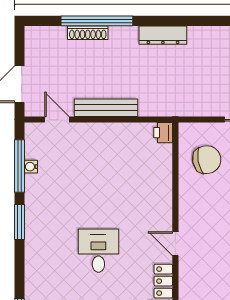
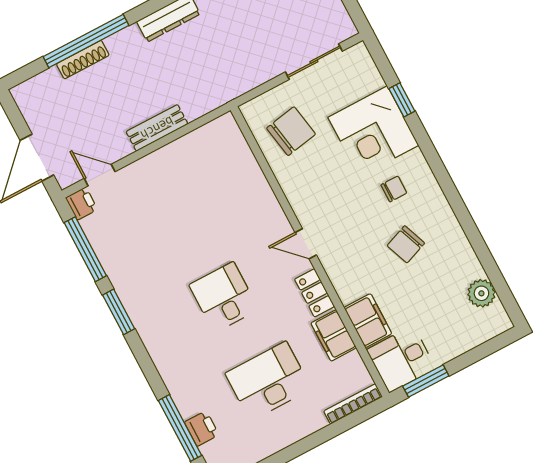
bench: (106, 108) -> (157, 128), width x0.73
printer: (163, 133) -> (82, 203), moved, turned 180
water cooler: (31, 167) -> (99, 243), removed

